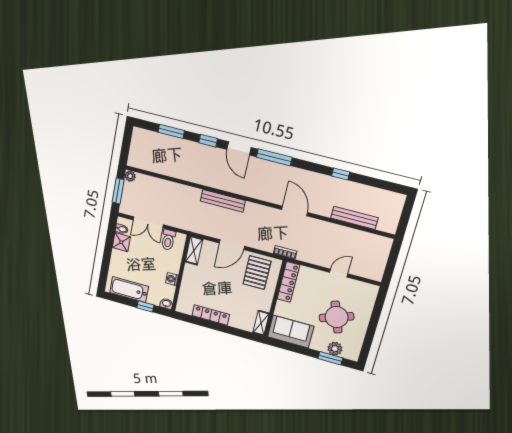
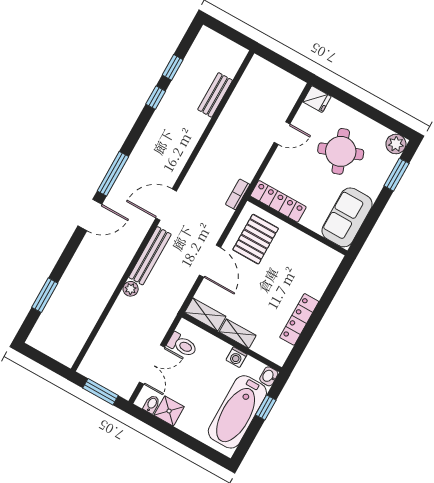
window: (208, 141) -> (173, 67), moved
plant: (130, 176) -> (131, 289), moved
door: (295, 211) -> (166, 205), moved
bench: (354, 218) -> (215, 95), width x0.73
pallet: (257, 273) -> (256, 239), turned 90
door: (339, 273) -> (282, 133), swing flipped
bathtub: (129, 290) -> (237, 412), width x1.36, depth x1.36
fridge: (371, 292) -> (317, 99), added
shelving: (261, 323) -> (238, 334), moved
plant: (335, 349) -> (396, 144), moved

